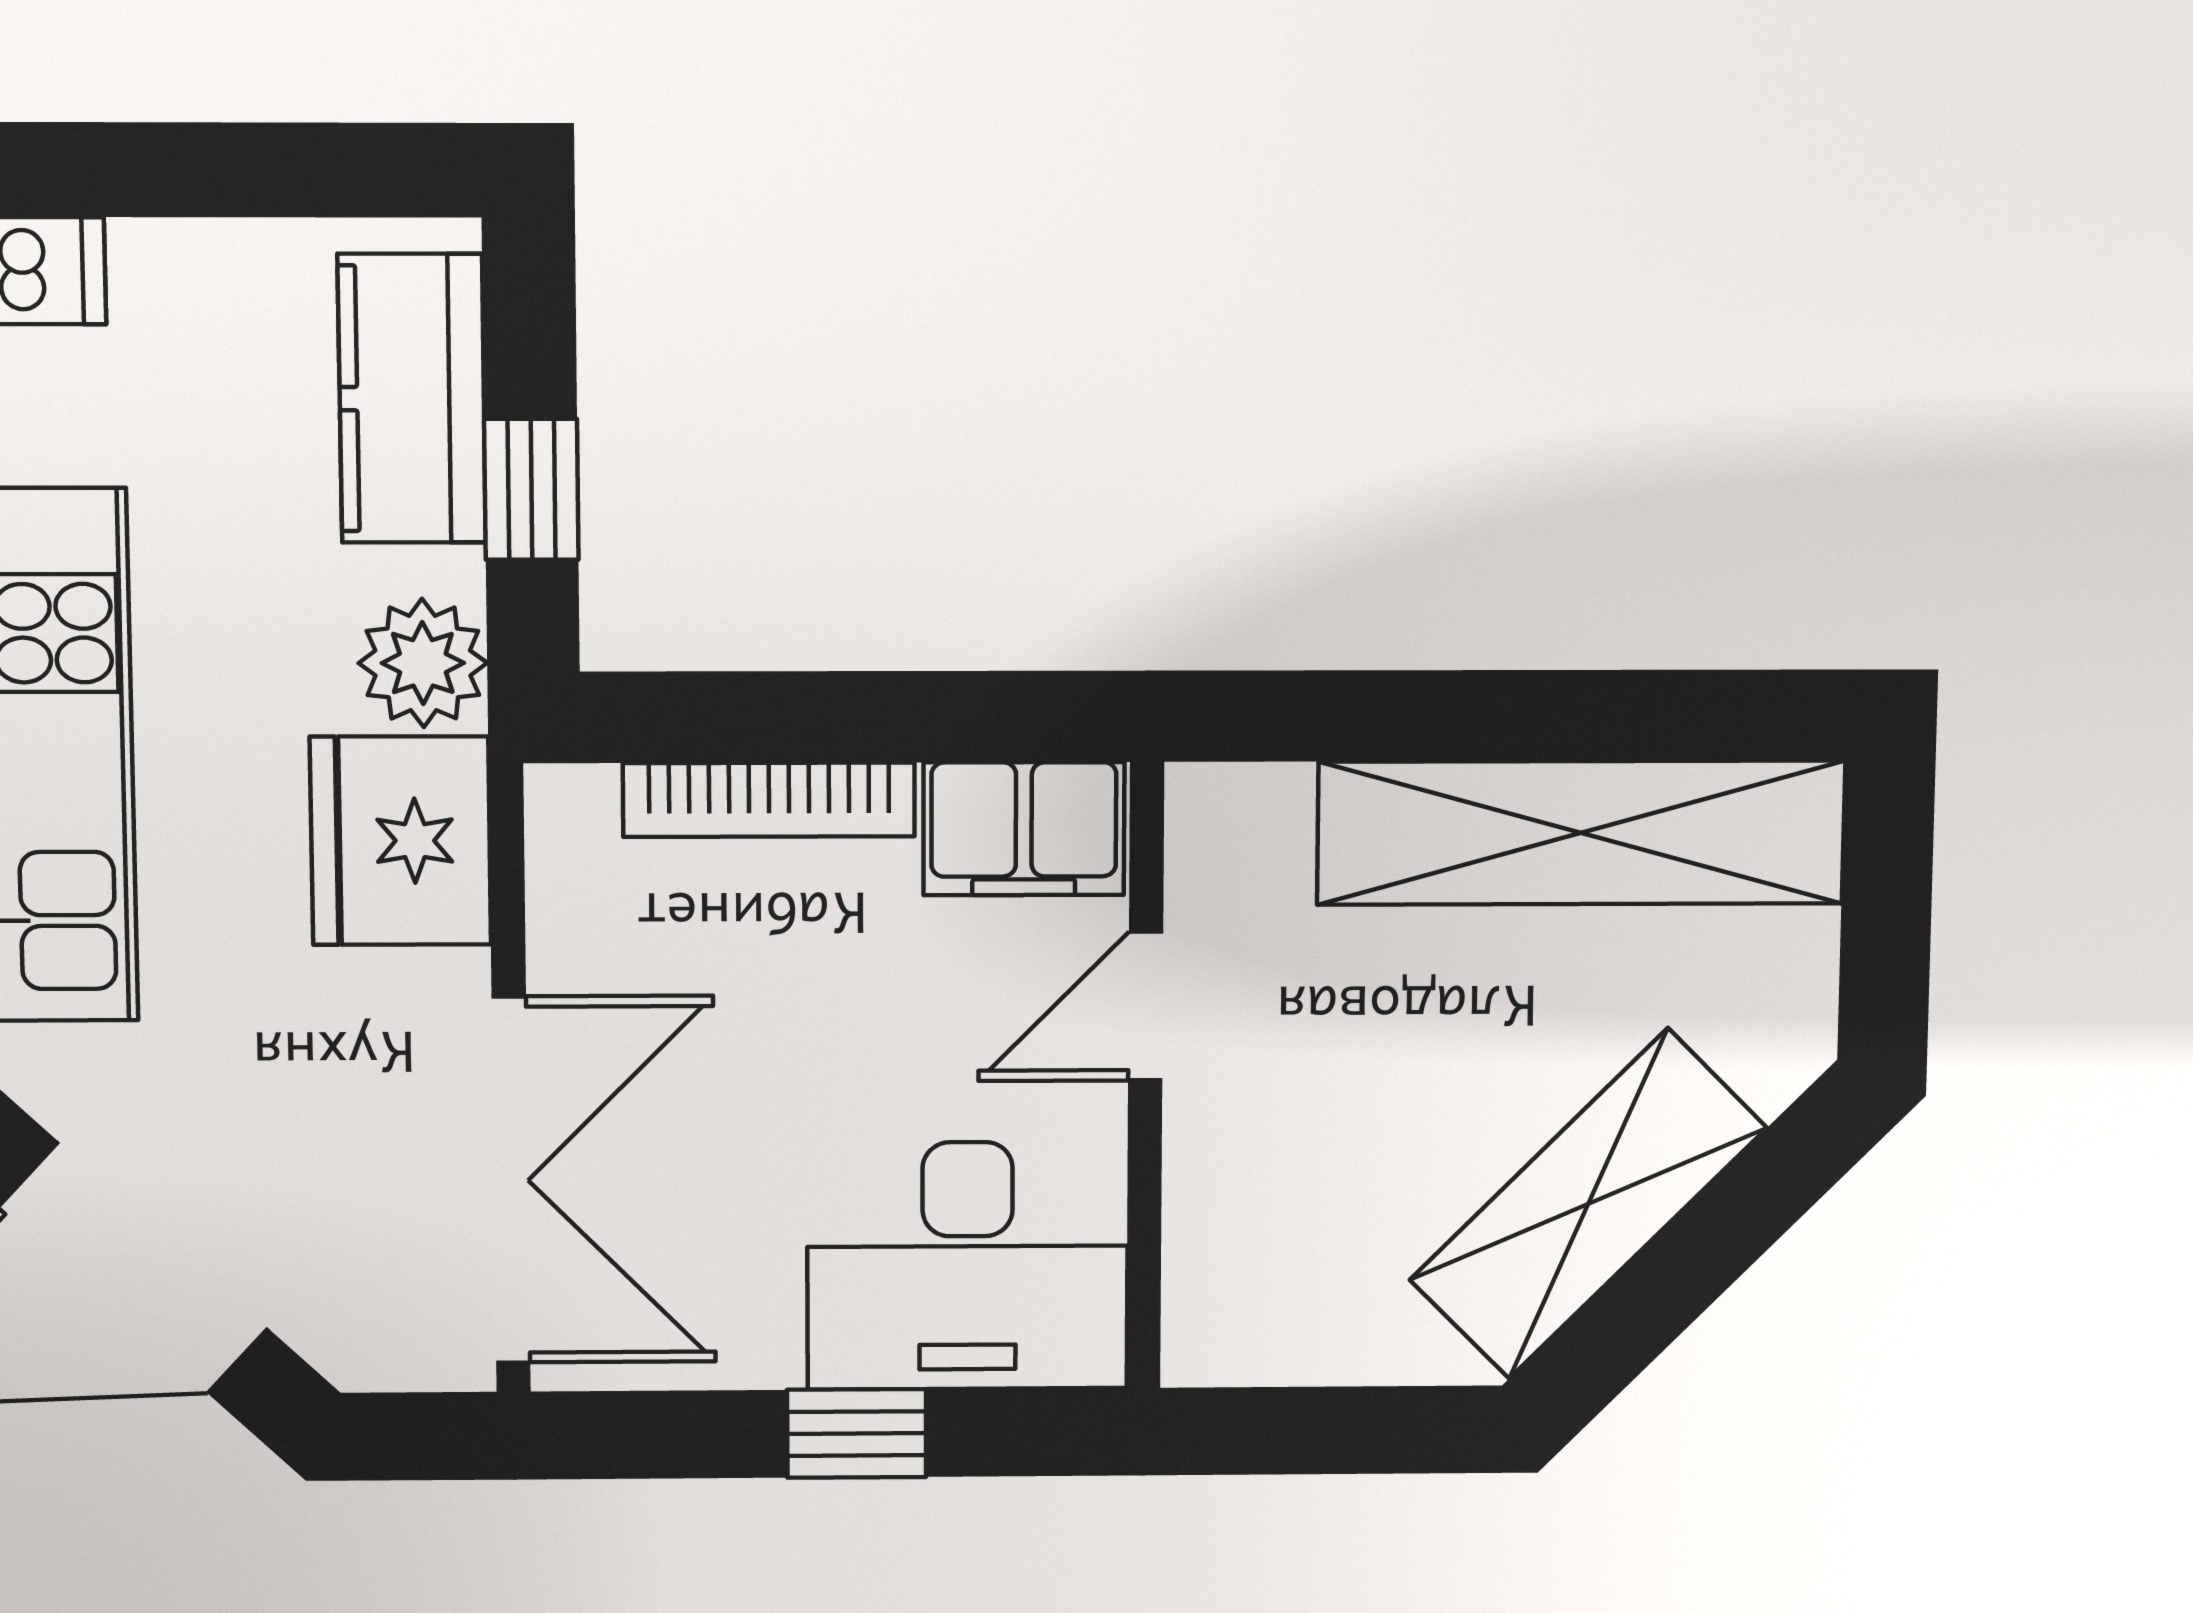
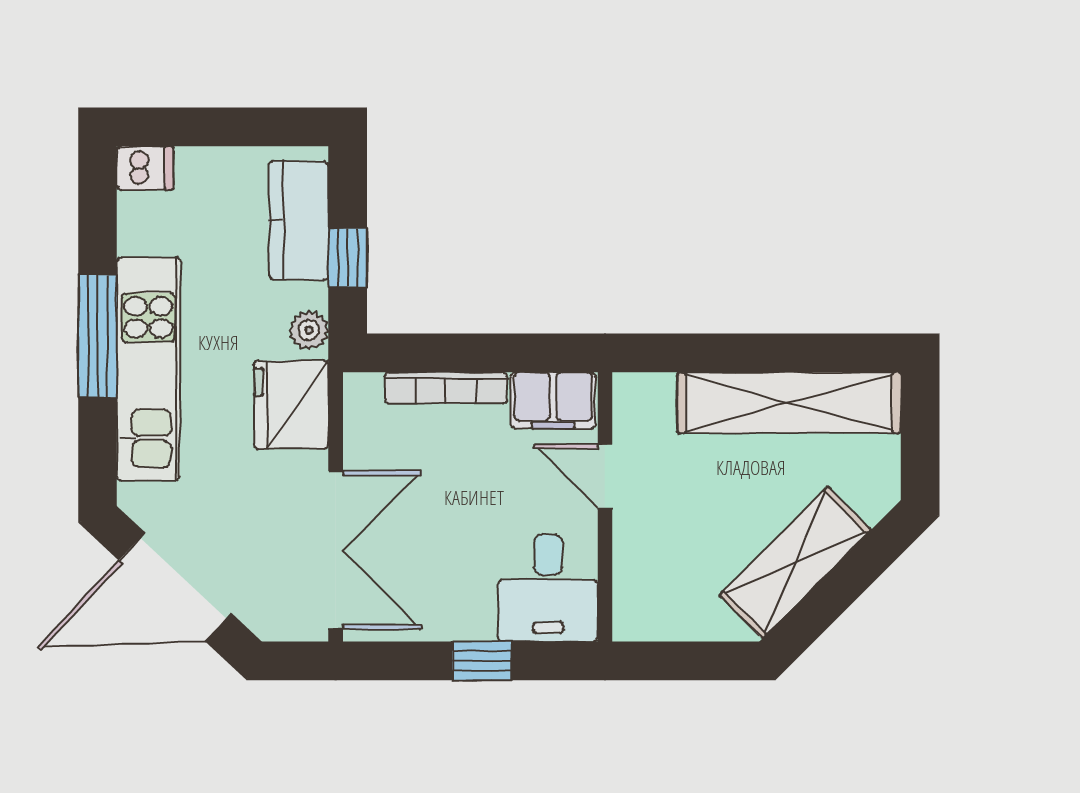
plant: (423, 663) -> (309, 330), width x0.73, depth x0.73
door: (1146, 1006) -> (605, 476), hinge flipped
desk: (967, 1266) -> (548, 588), width x0.73

